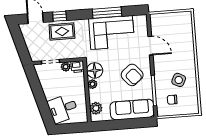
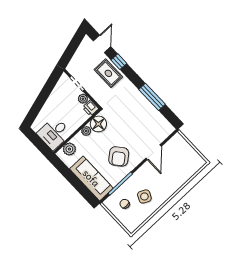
corner sofa: (112, 33) -> (139, 113), removed
desk: (63, 108) -> (54, 133), moved, turned -74

